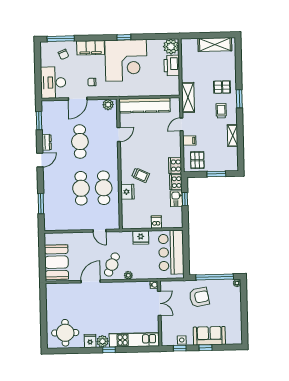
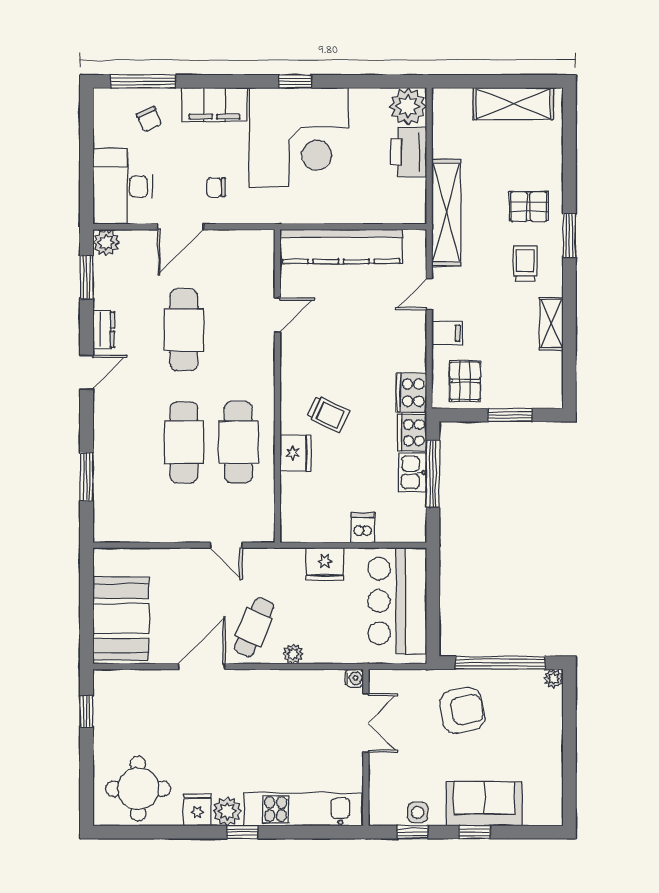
shelving: (188, 97) -> (446, 213), width x1.47
plant: (108, 105) -> (106, 242), moved
window: (185, 199) -> (433, 474), width x2.17
window: (43, 301) -> (87, 711), added

